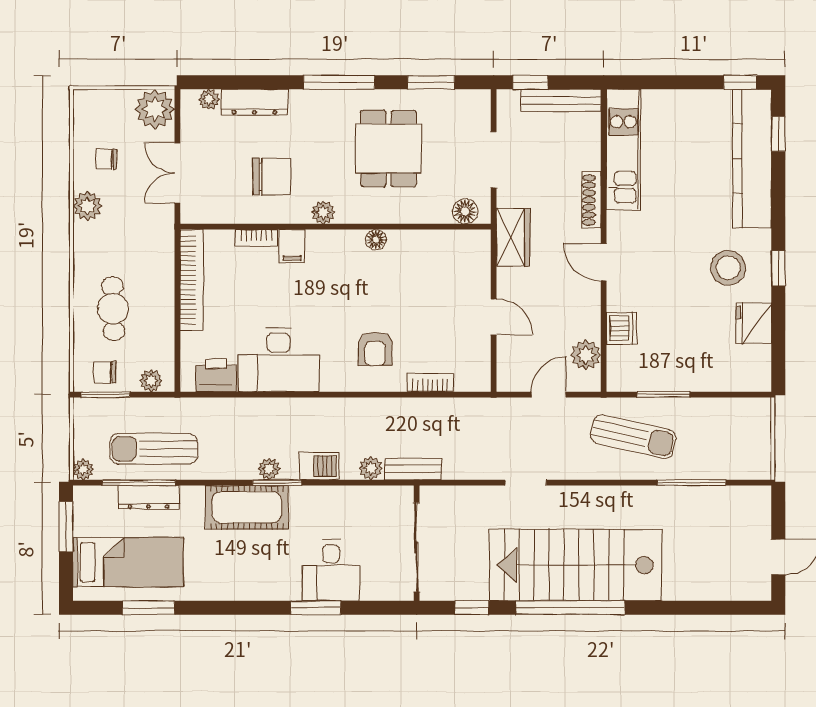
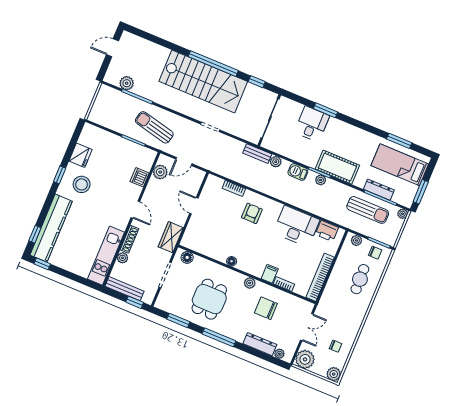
plant: (590, 159) -> (123, 258), added
plant: (87, 206) -> (334, 374), moved
plant: (722, 500) -> (127, 83), added

